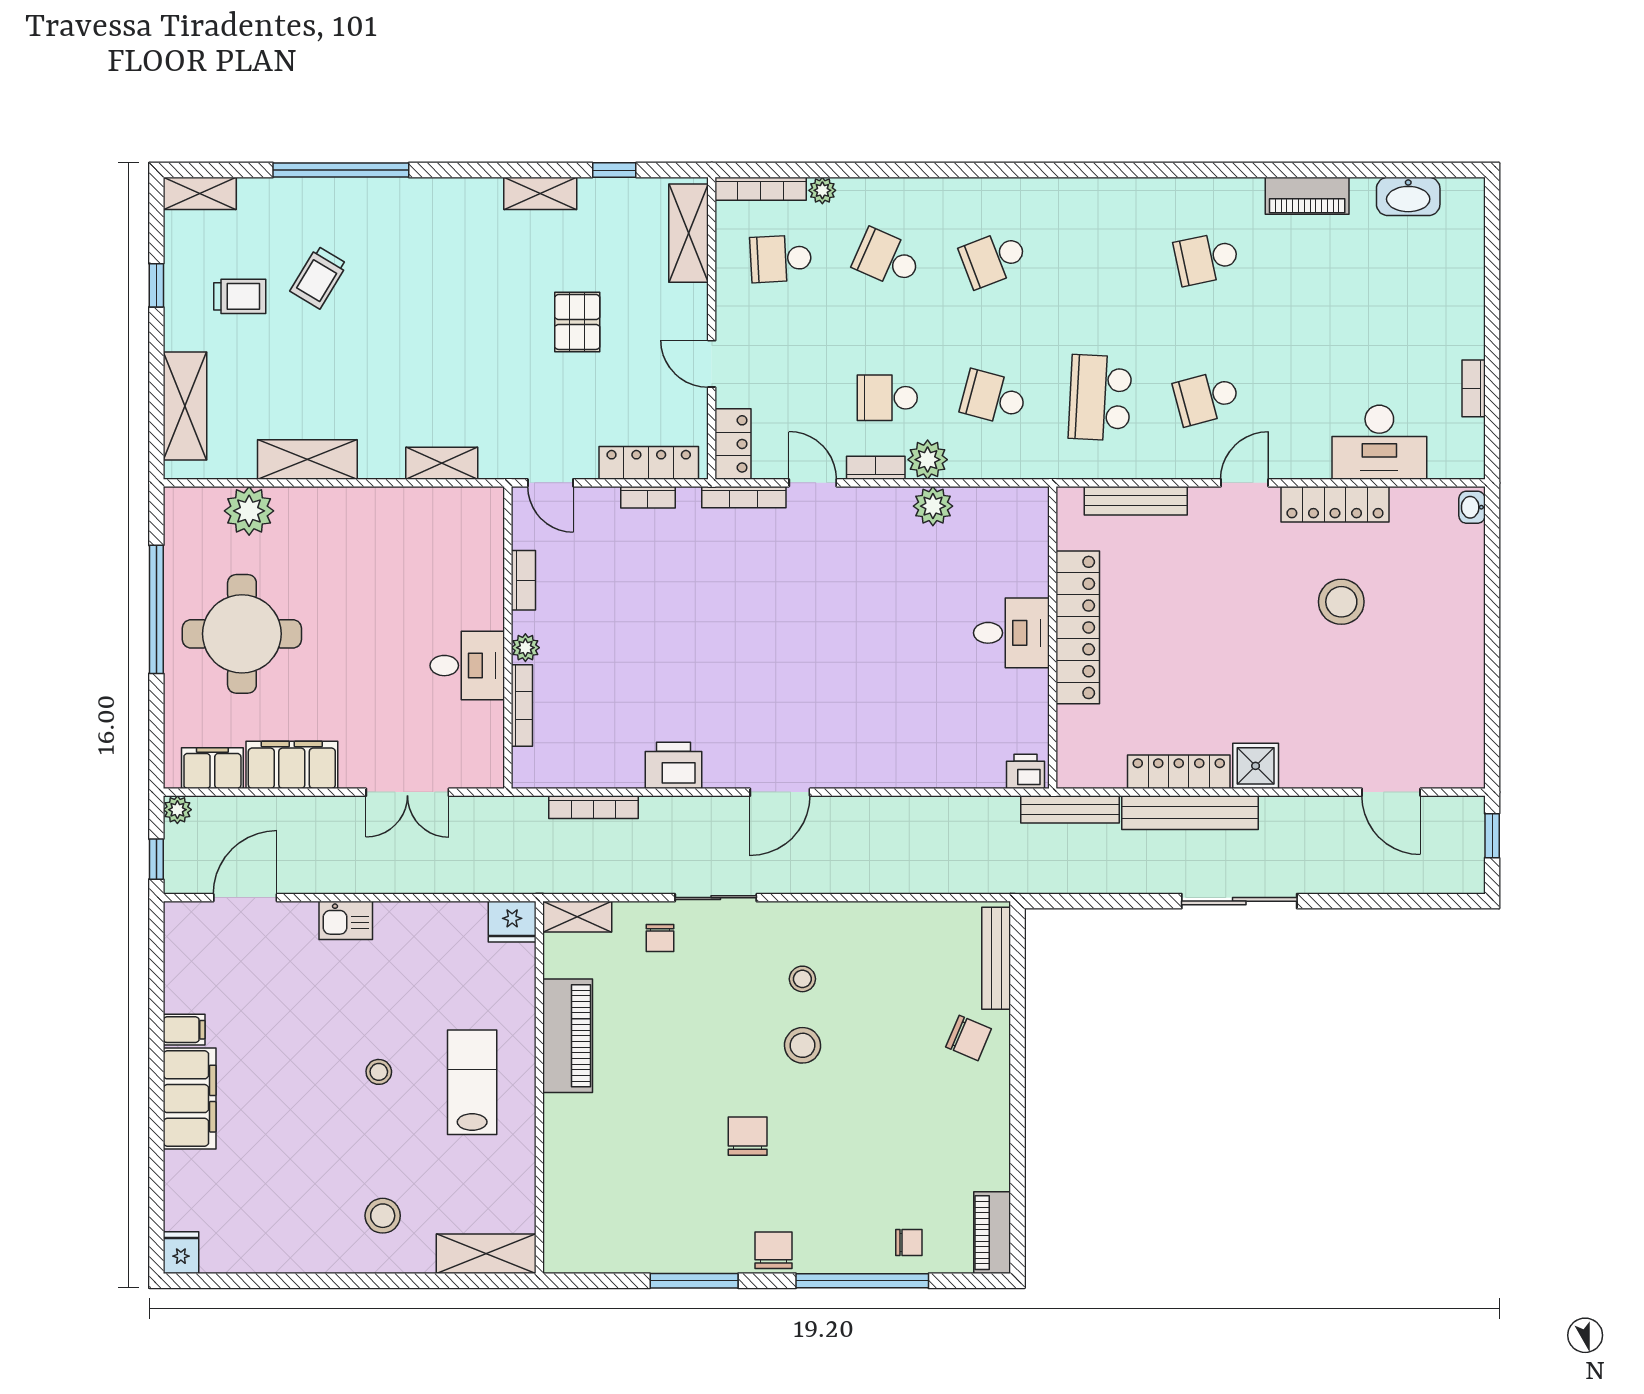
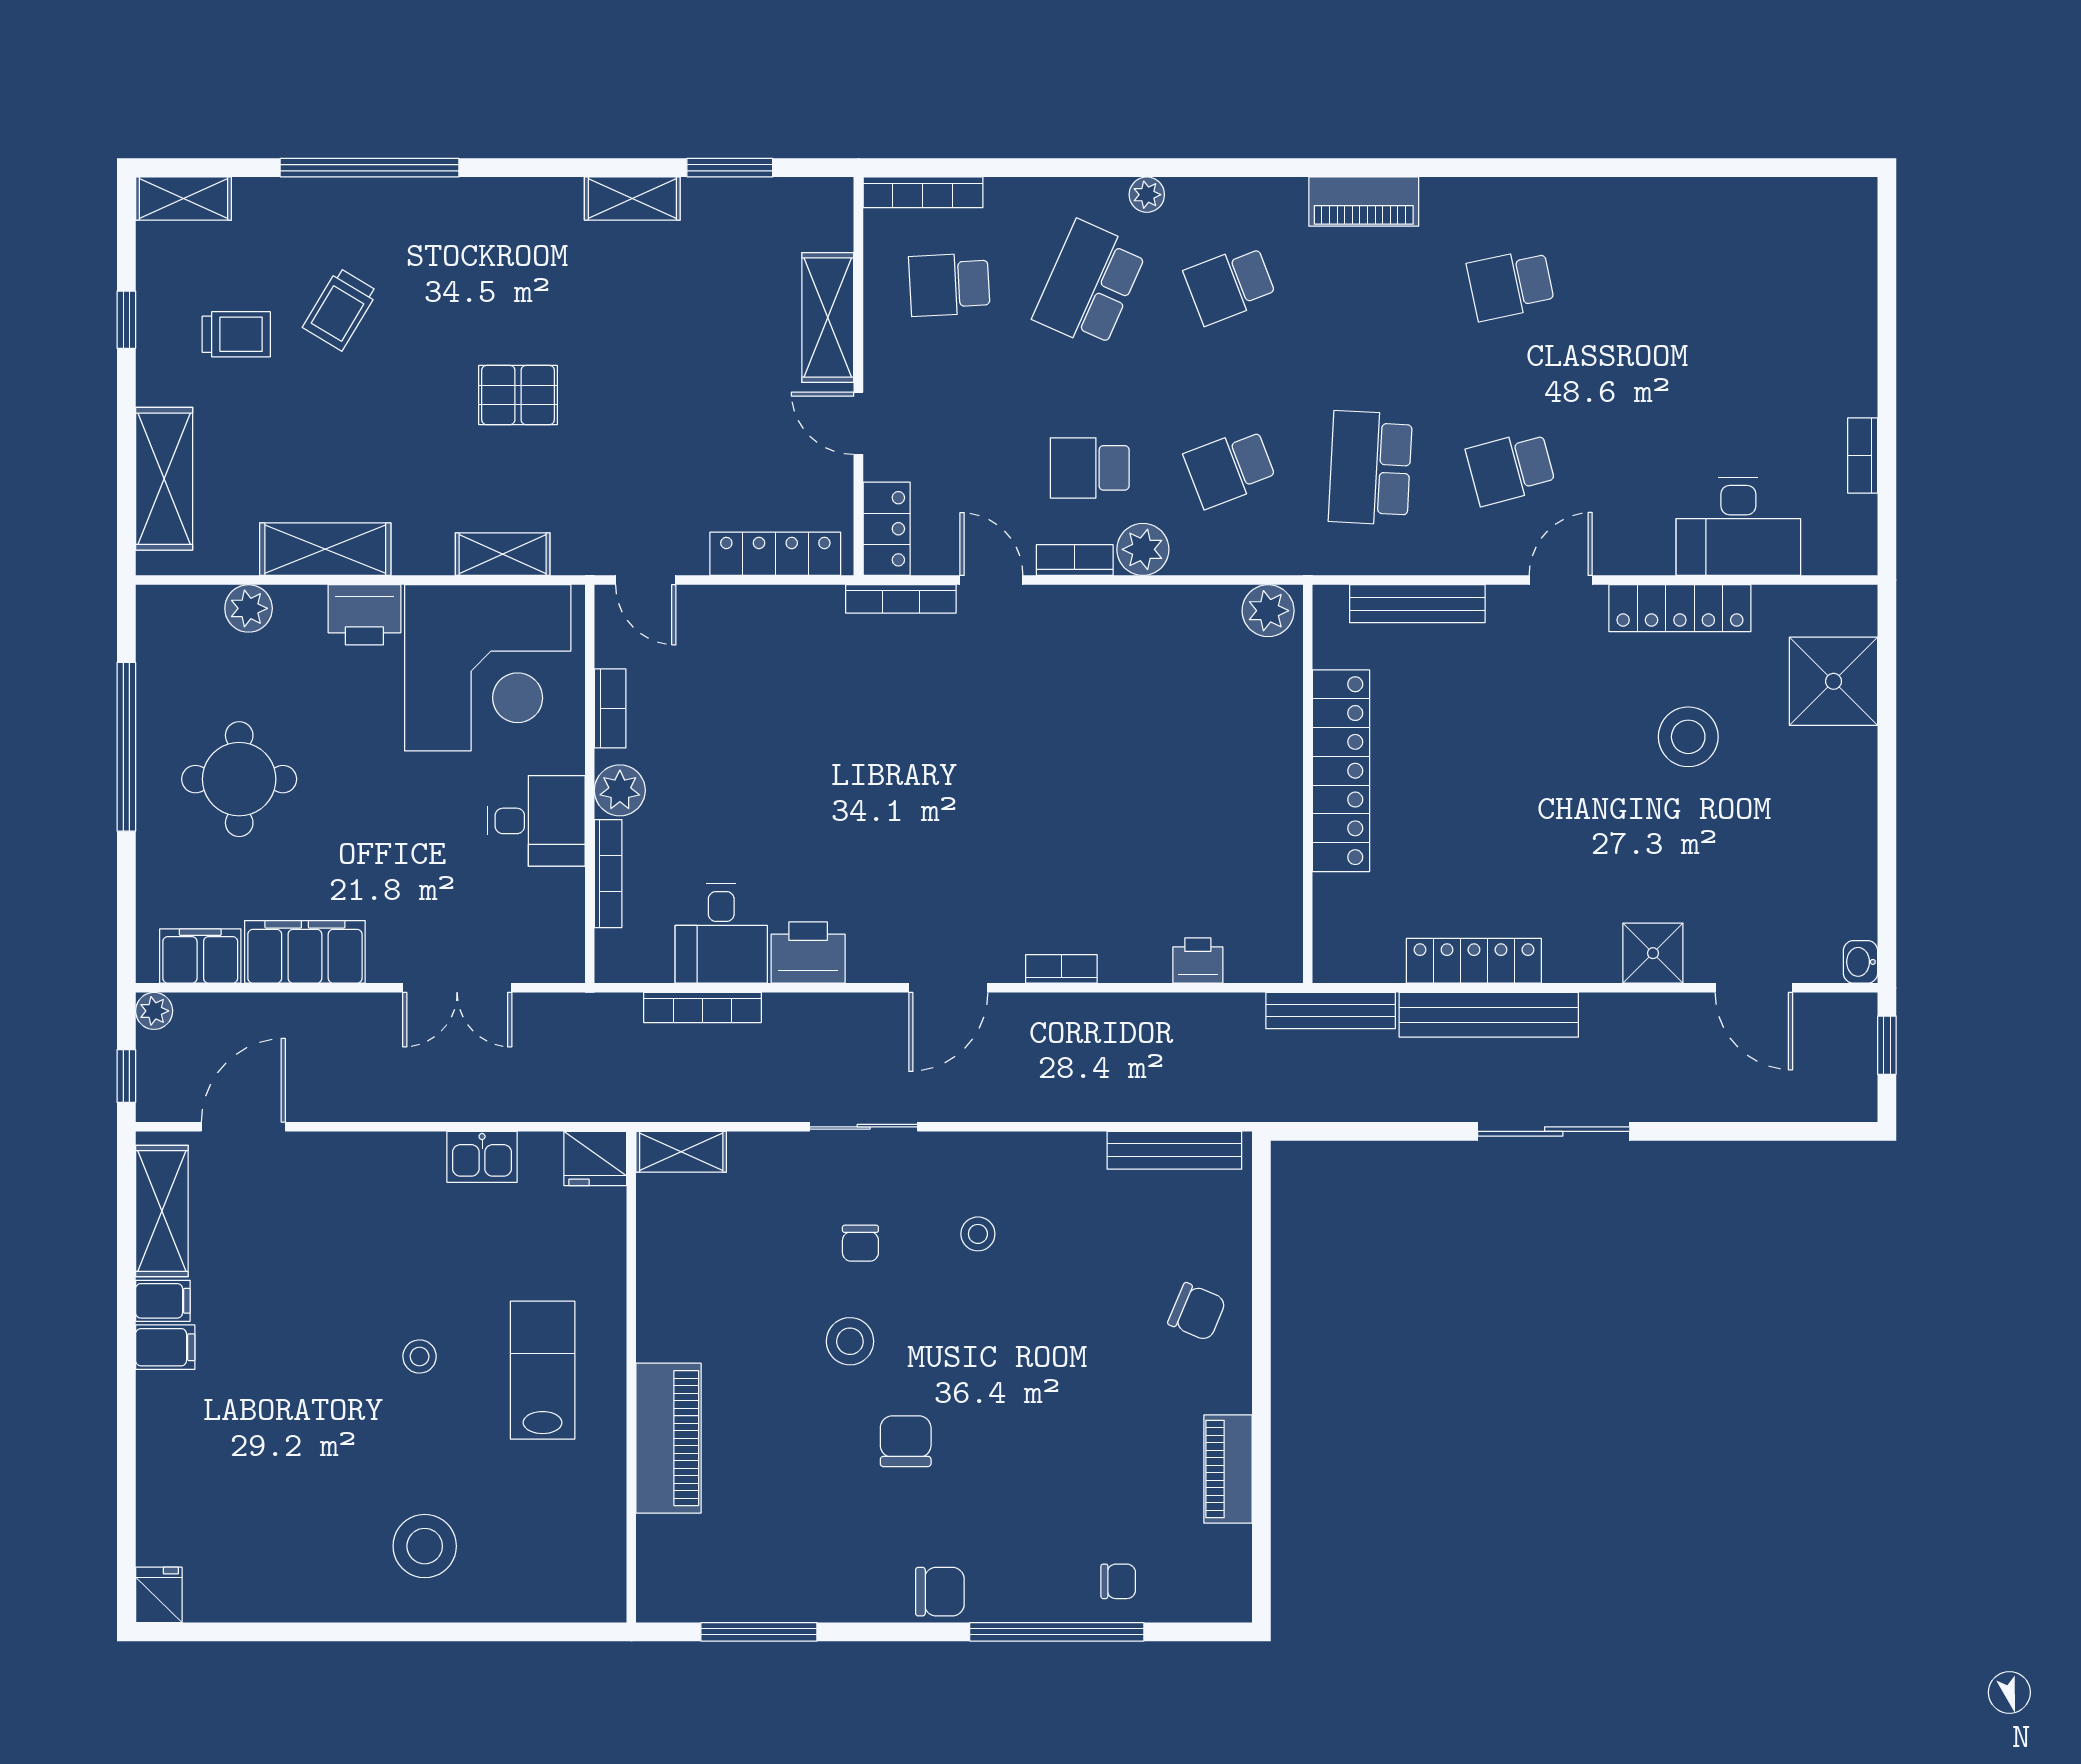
window: (614, 170) -> (730, 168), width x1.50
plant: (822, 190) -> (1147, 195), moved
piano: (1307, 196) -> (1364, 202), moved
washbasin: (1408, 196) -> (1776, 202), removed
shelving: (689, 233) -> (828, 318), moved
school desk: (887, 259) -> (1090, 285), width x1.85
pallet: (577, 322) -> (518, 395), moved, turned 90
school desk: (994, 398) -> (1230, 468), turned -36
bookcase: (648, 497) -> (1061, 969), moved, turned 180
plant: (933, 506) -> (1268, 611), moved
washbasin: (1472, 507) -> (1860, 962), moved
printer: (337, 509) -> (364, 615), added
plant: (249, 511) -> (249, 608), width x0.73, depth x0.73
corner desk: (430, 549) -> (488, 668), added
shower: (1452, 560) -> (1834, 681), added
desk: (1011, 633) -> (721, 933), moved, turned 90
round table: (242, 634) -> (239, 779), width x0.73, depth x0.73
plant: (525, 648) -> (620, 790), width x1.38, depth x1.38
shower: (1256, 766) -> (1653, 953), moved
printer: (1026, 771) -> (1198, 960), moved
kitchen sink: (346, 920) -> (482, 1157), moved
chair: (660, 938) -> (860, 1243), moved
bench: (996, 958) -> (1174, 1150), moved, turned 90
piano: (568, 1036) -> (669, 1438), moved
stool: (802, 1045) -> (850, 1341), moved
filing cabinet: (190, 1099) -> (165, 1347), width x0.33, depth x0.86
stool: (383, 1216) -> (425, 1546), width x1.38, depth x1.38
piano: (992, 1233) -> (1228, 1469), moved
chair: (774, 1250) -> (940, 1592), turned 90
shelving: (486, 1254) -> (162, 1211), moved, turned 90
window: (694, 1281) -> (759, 1632), moved

